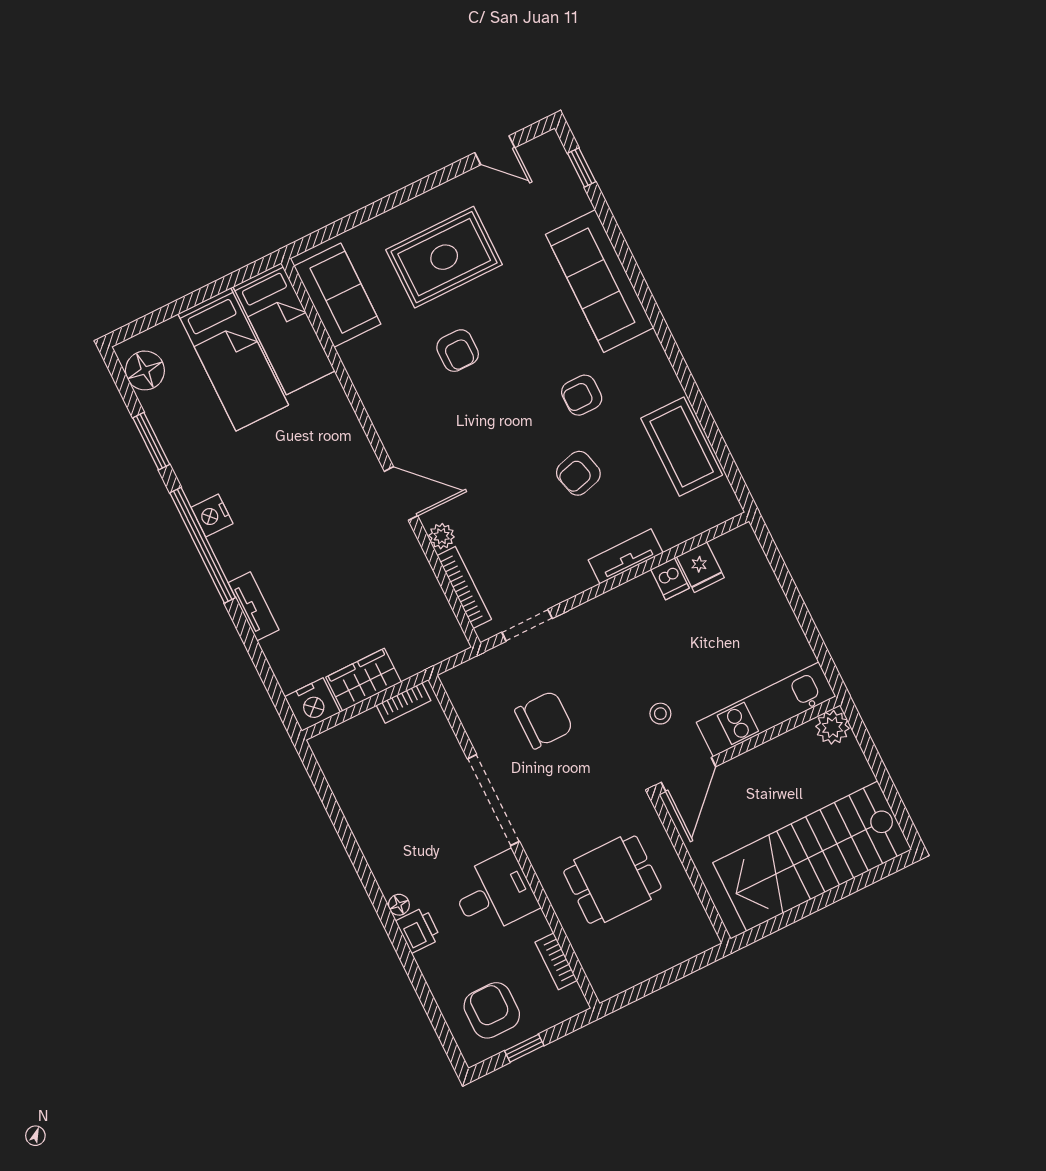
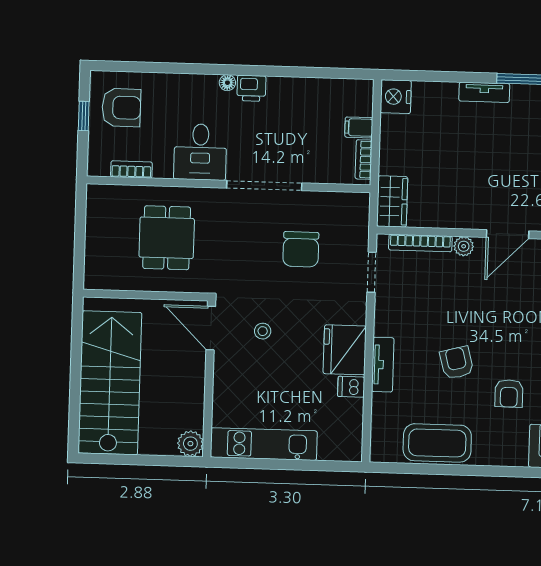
armchair: (582, 395) -> (509, 393), turned 180
fridge: (700, 567) -> (345, 350), moved, width x1.88, depth x1.34
wardrobe: (364, 680) -> (392, 201), moved
kitchen unit: (766, 709) -> (264, 444), moved, turned -90
filing cabinet: (370, 728) -> (359, 127), added
printer: (418, 930) -> (251, 88), moved

